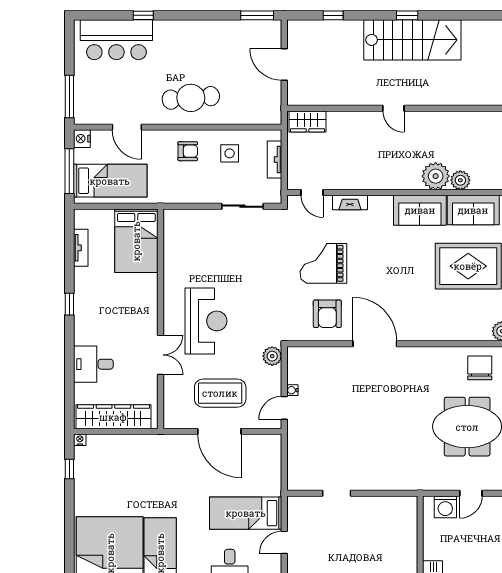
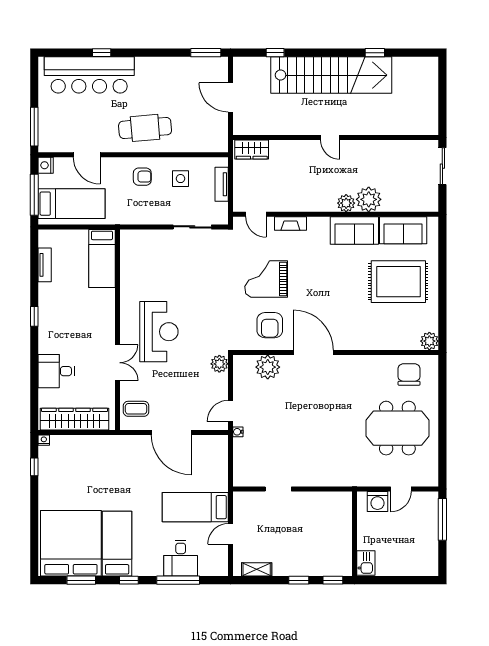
window: (407, 15) -> (375, 53), moved
bar counter: (116, 40) -> (89, 75), width x1.36
stairs: (412, 40) -> (331, 75), width x1.36
plant: (460, 180) -> (346, 203), moved
bed: (136, 241) -> (102, 258), width x0.67
plant: (325, 360) -> (268, 367), added
water cooler: (292, 390) -> (238, 432), moved
coffee table: (220, 393) -> (136, 409), moved, width x0.54, depth x0.58

